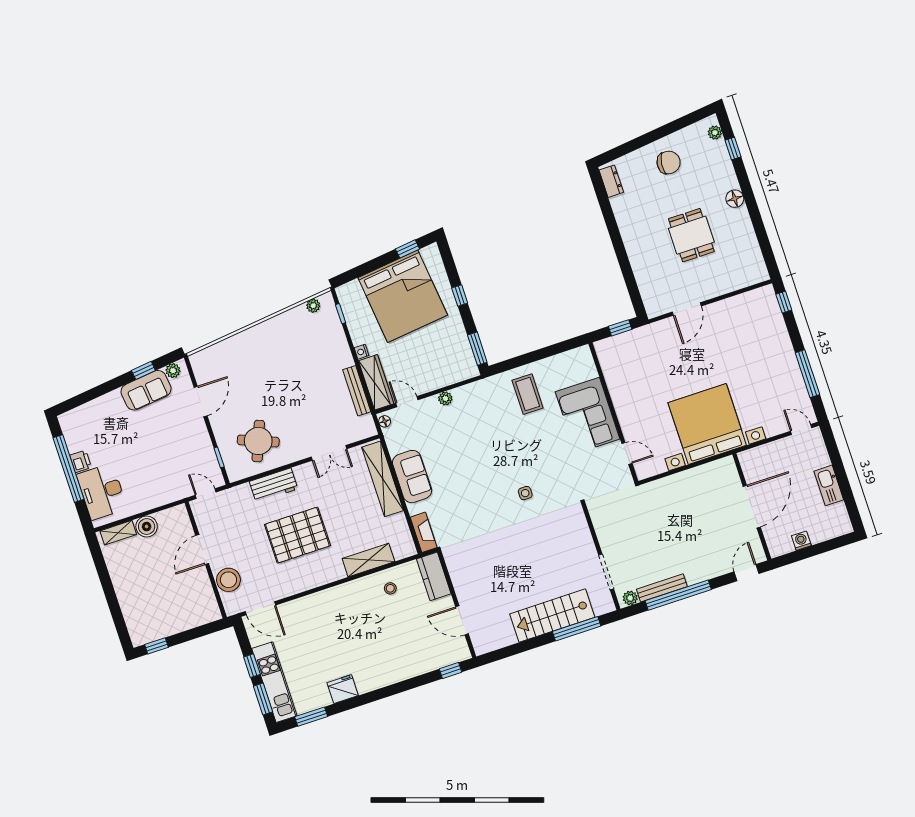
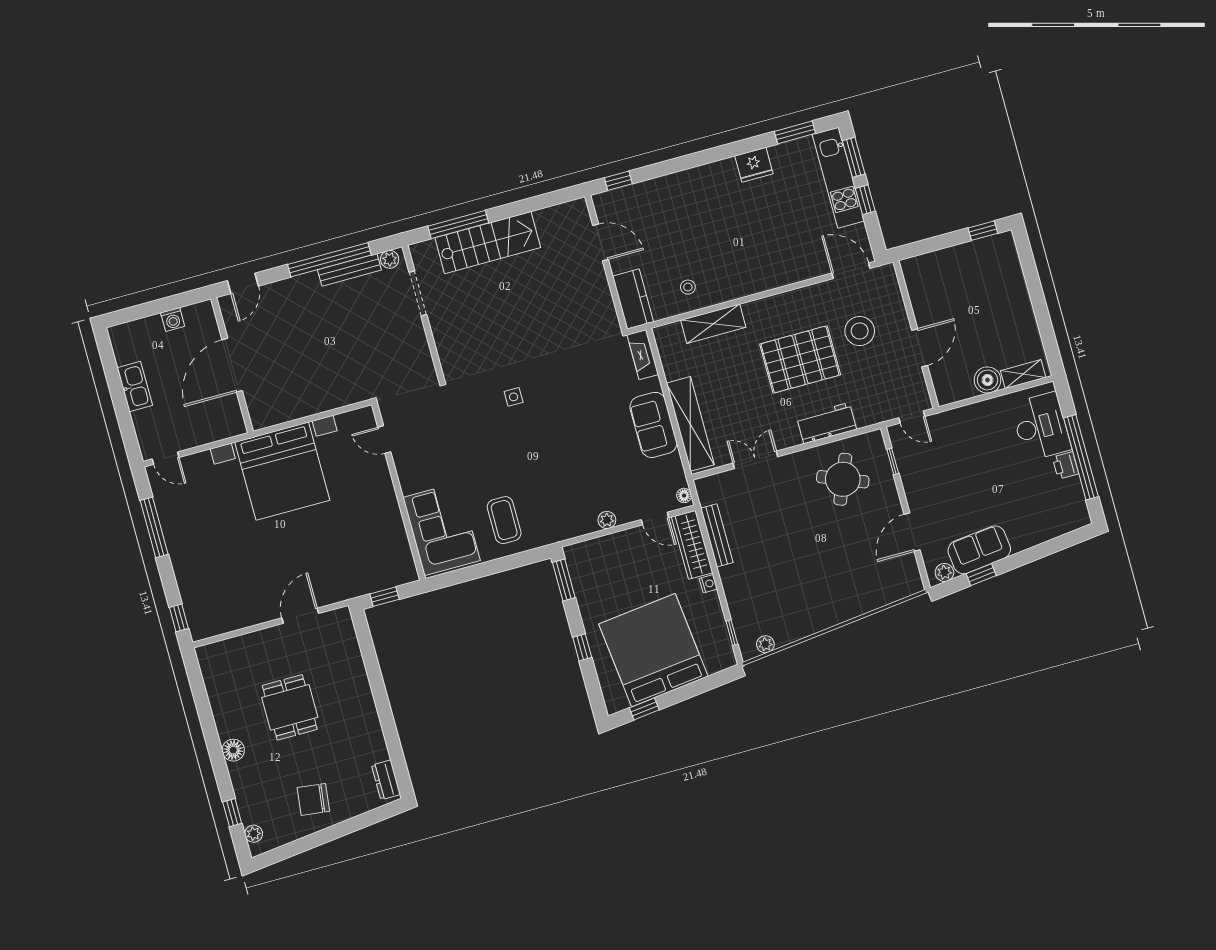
corner sofa: (588, 415) -> (442, 529), moved
stool: (228, 580) -> (860, 331), moved

